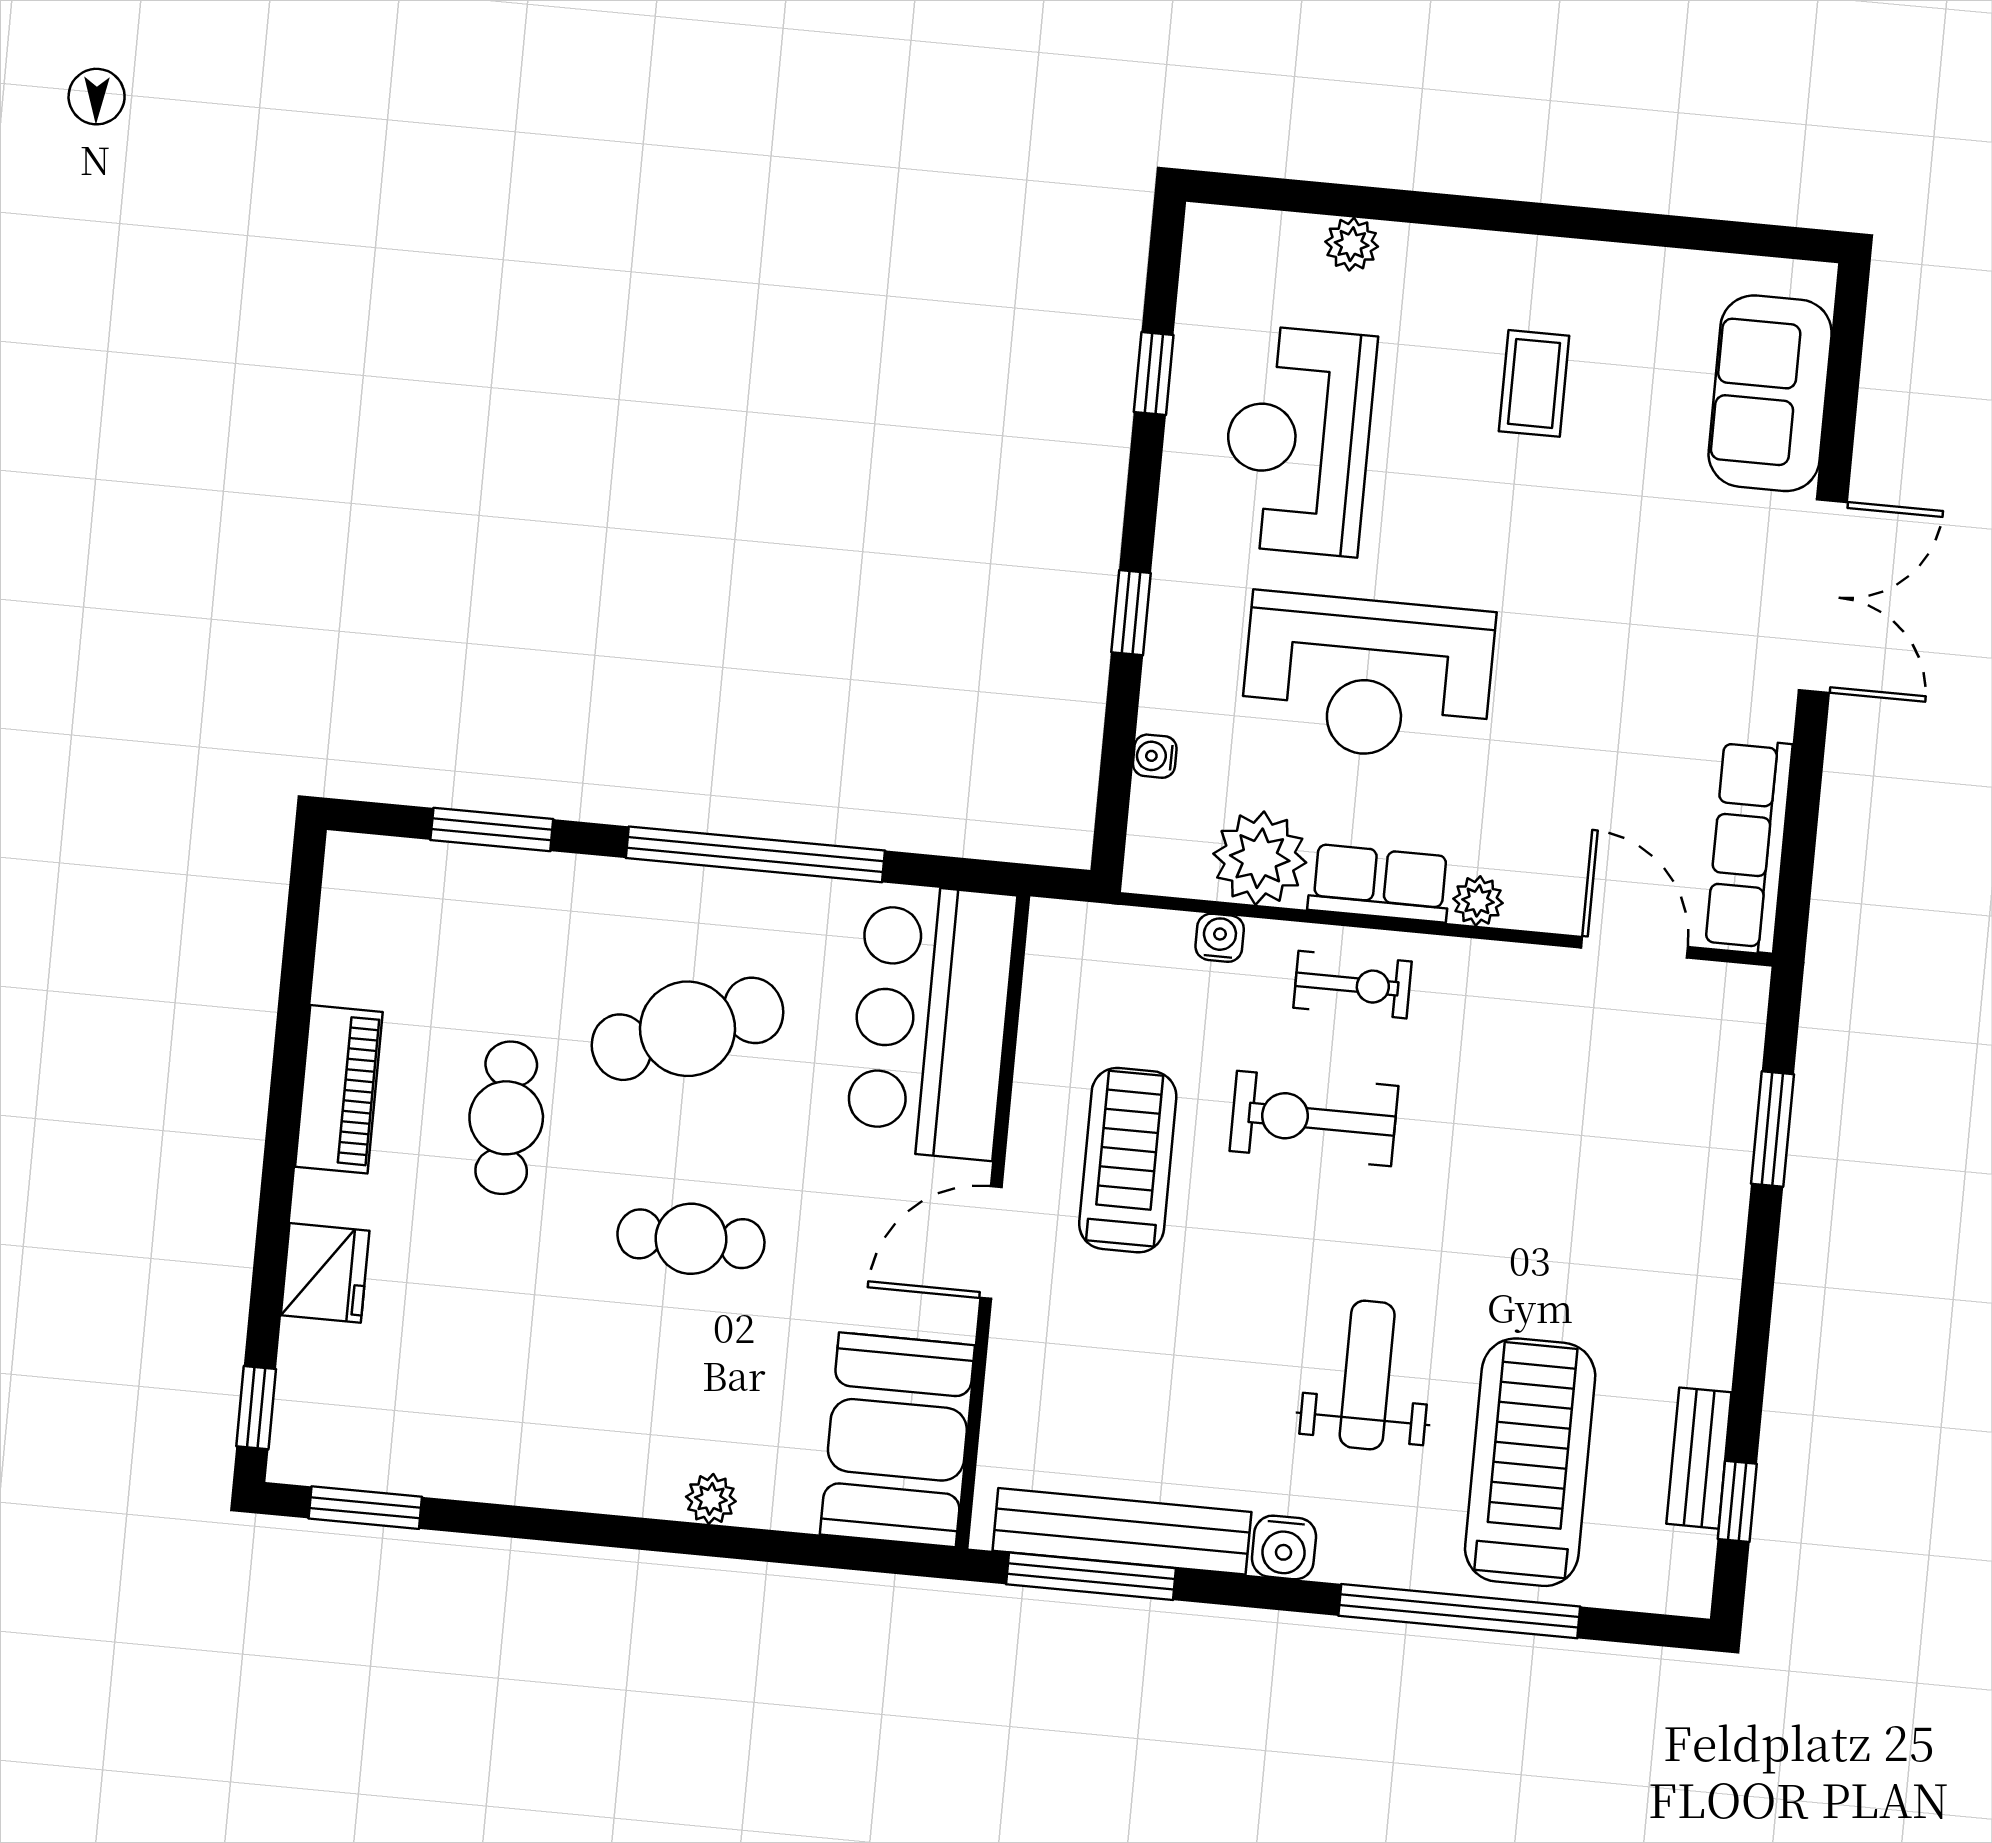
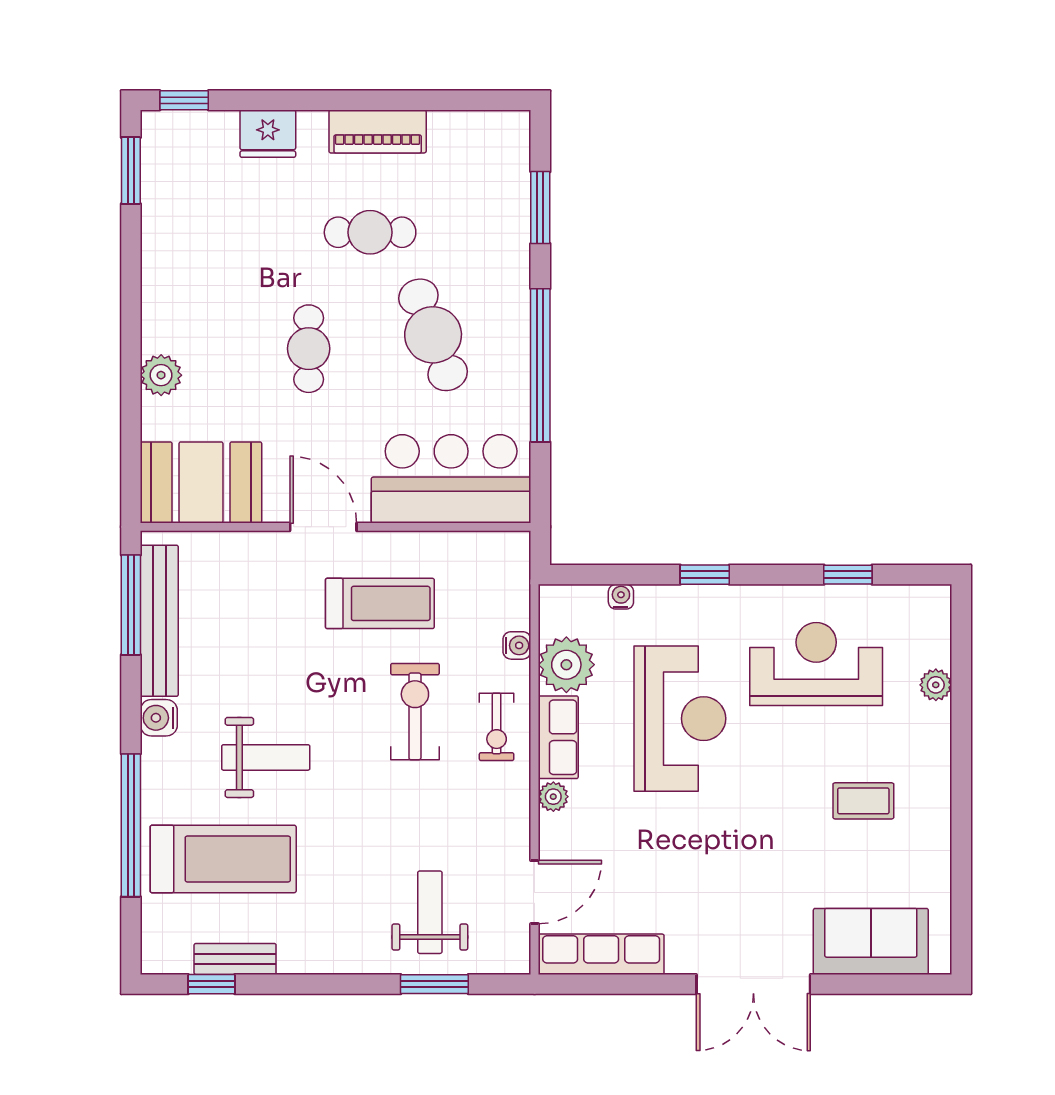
reception desk: (1368, 677) -> (680, 719), turned 180
weight bench: (1652, 1125) -> (430, 912), added
plant: (711, 1499) -> (161, 375), width x1.38, depth x1.38

